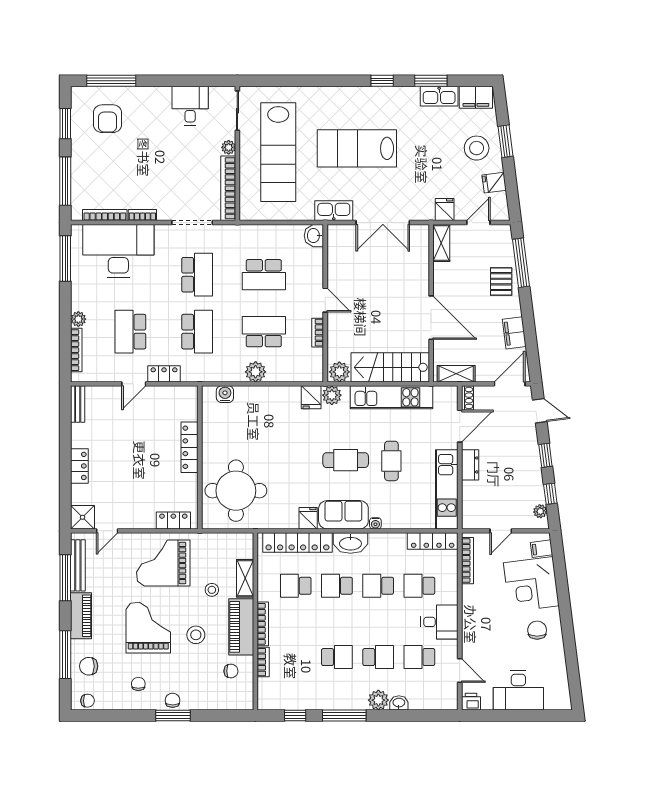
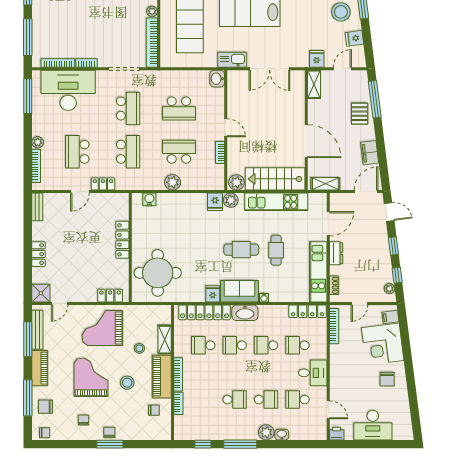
shoe rack: (468, 398) -> (334, 285), moved
chair: (537, 630) -> (387, 379), turned 180

